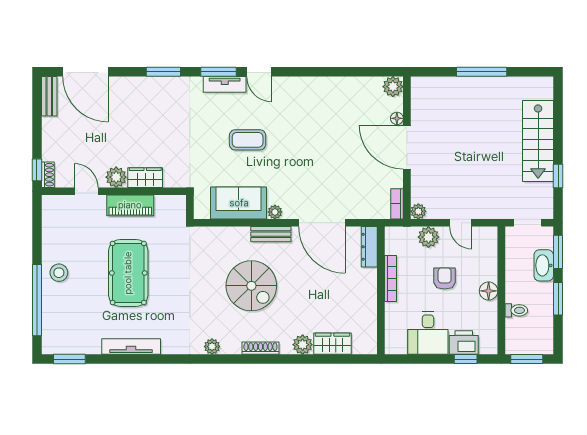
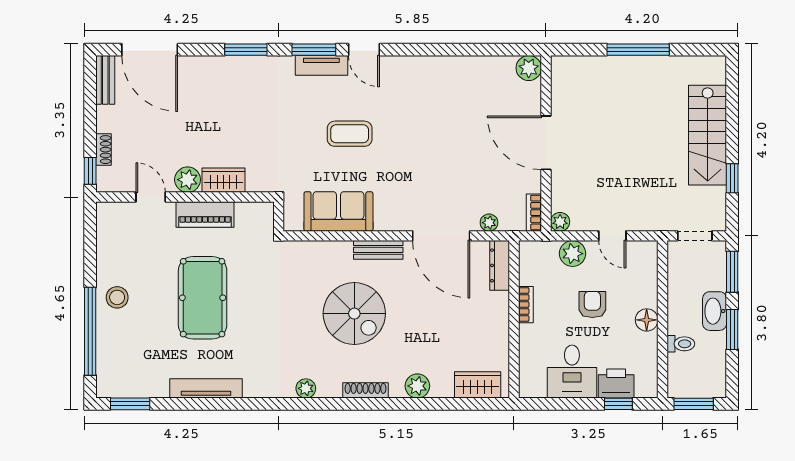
floor lamp: (397, 118) -> (534, 107), removed
shoe rack: (48, 175) -> (104, 150), moved
plant: (275, 212) -> (489, 223), moved
washbasin: (544, 265) -> (715, 311), moved
bookcase: (391, 278) -> (526, 305), width x0.64
wardrobe: (332, 344) -> (478, 385), moved

